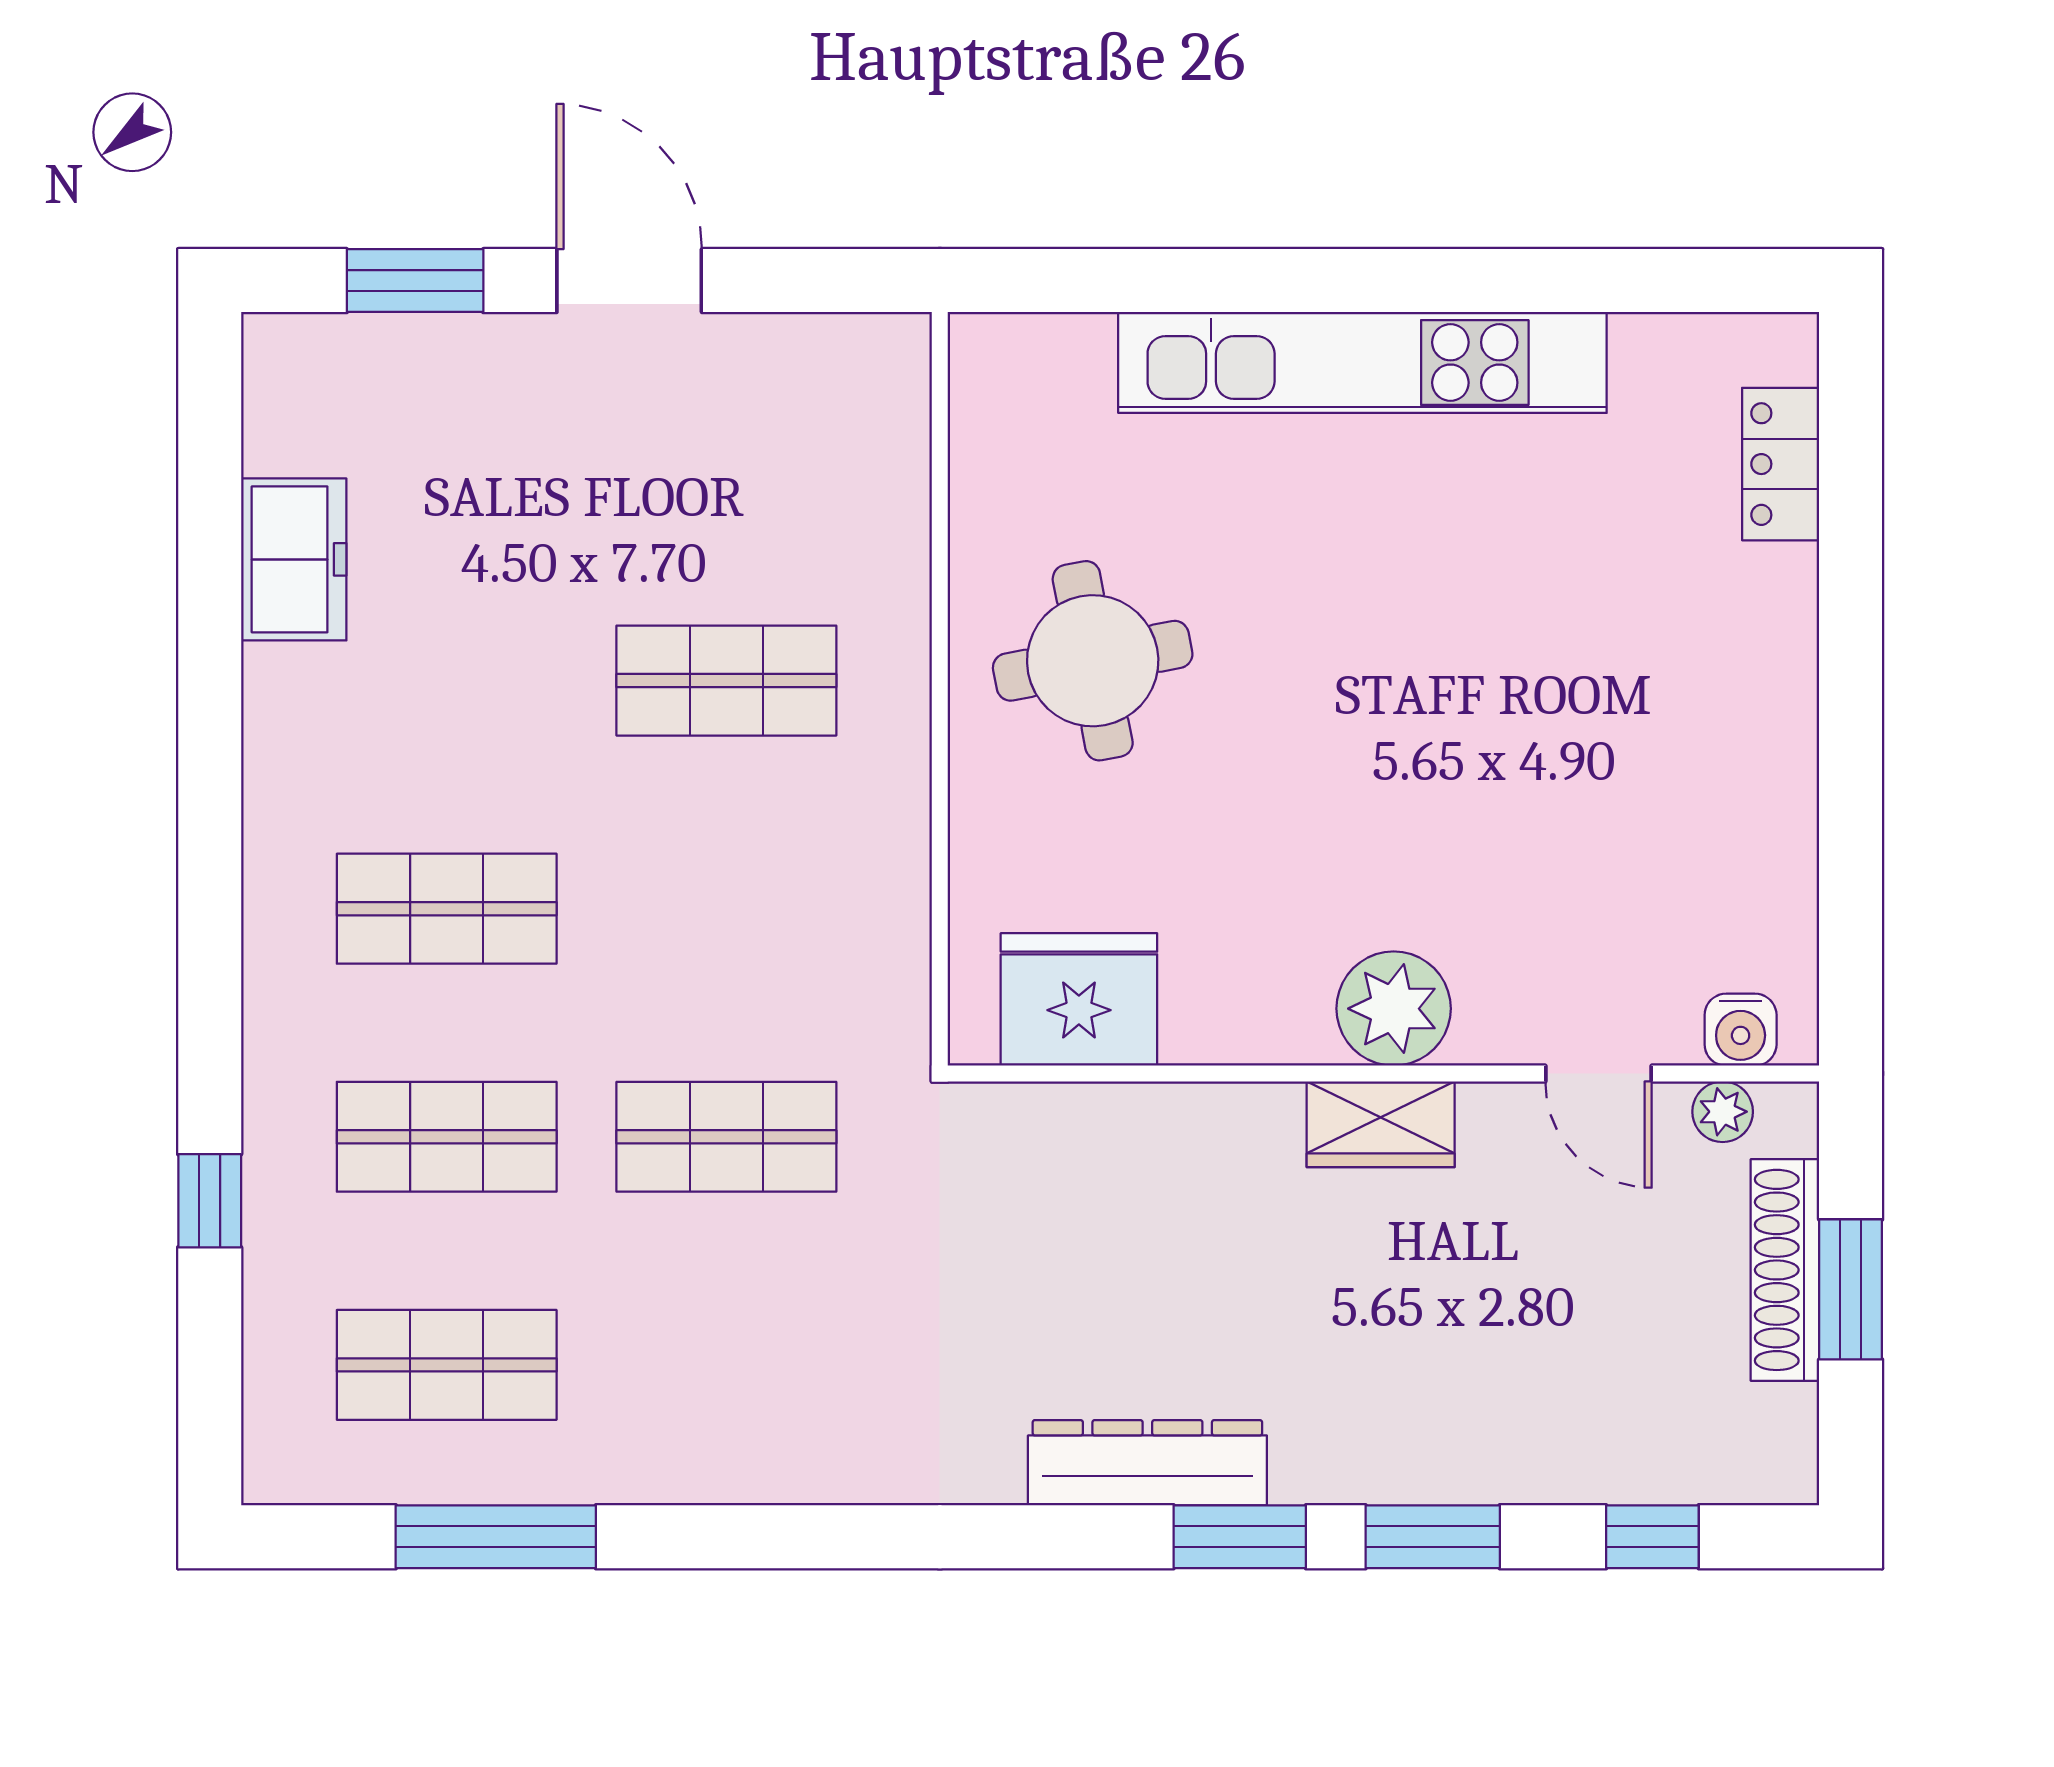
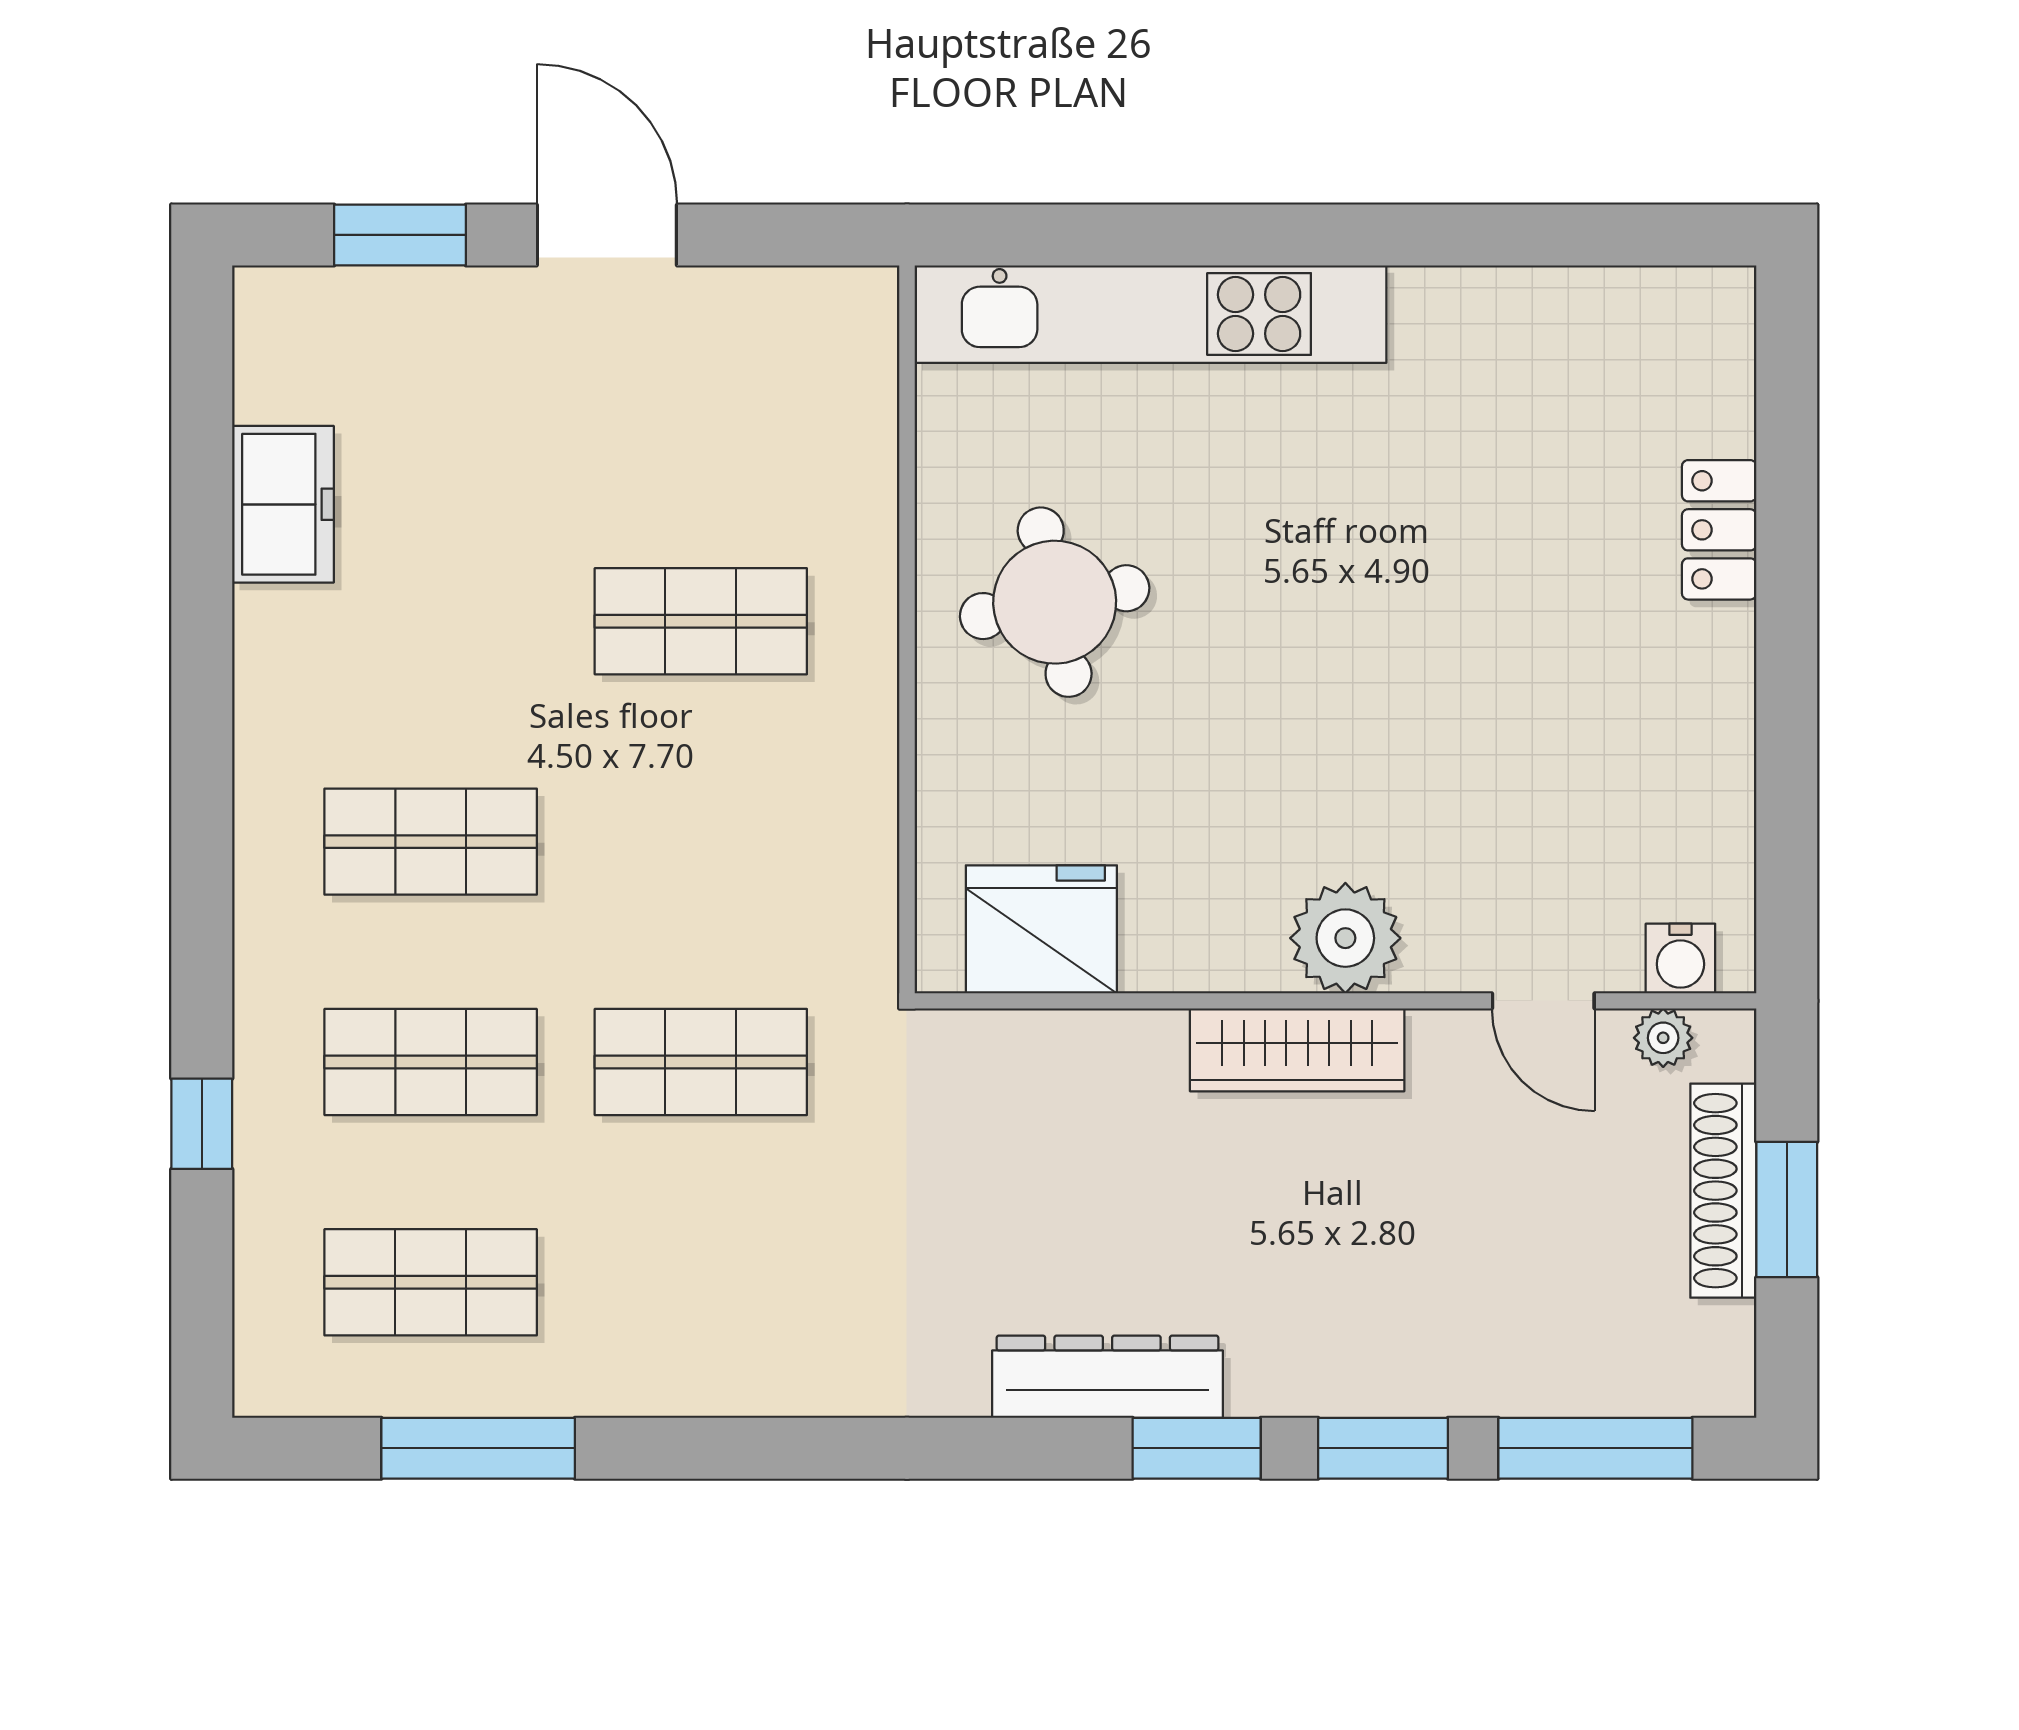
kitchen unit: (1362, 362) -> (1151, 314), moved
locker: (1781, 464) -> (1719, 530), moved
wardrobe: (1381, 1124) -> (1297, 1050), width x1.50
window: (1652, 1537) -> (1595, 1448), width x2.17

